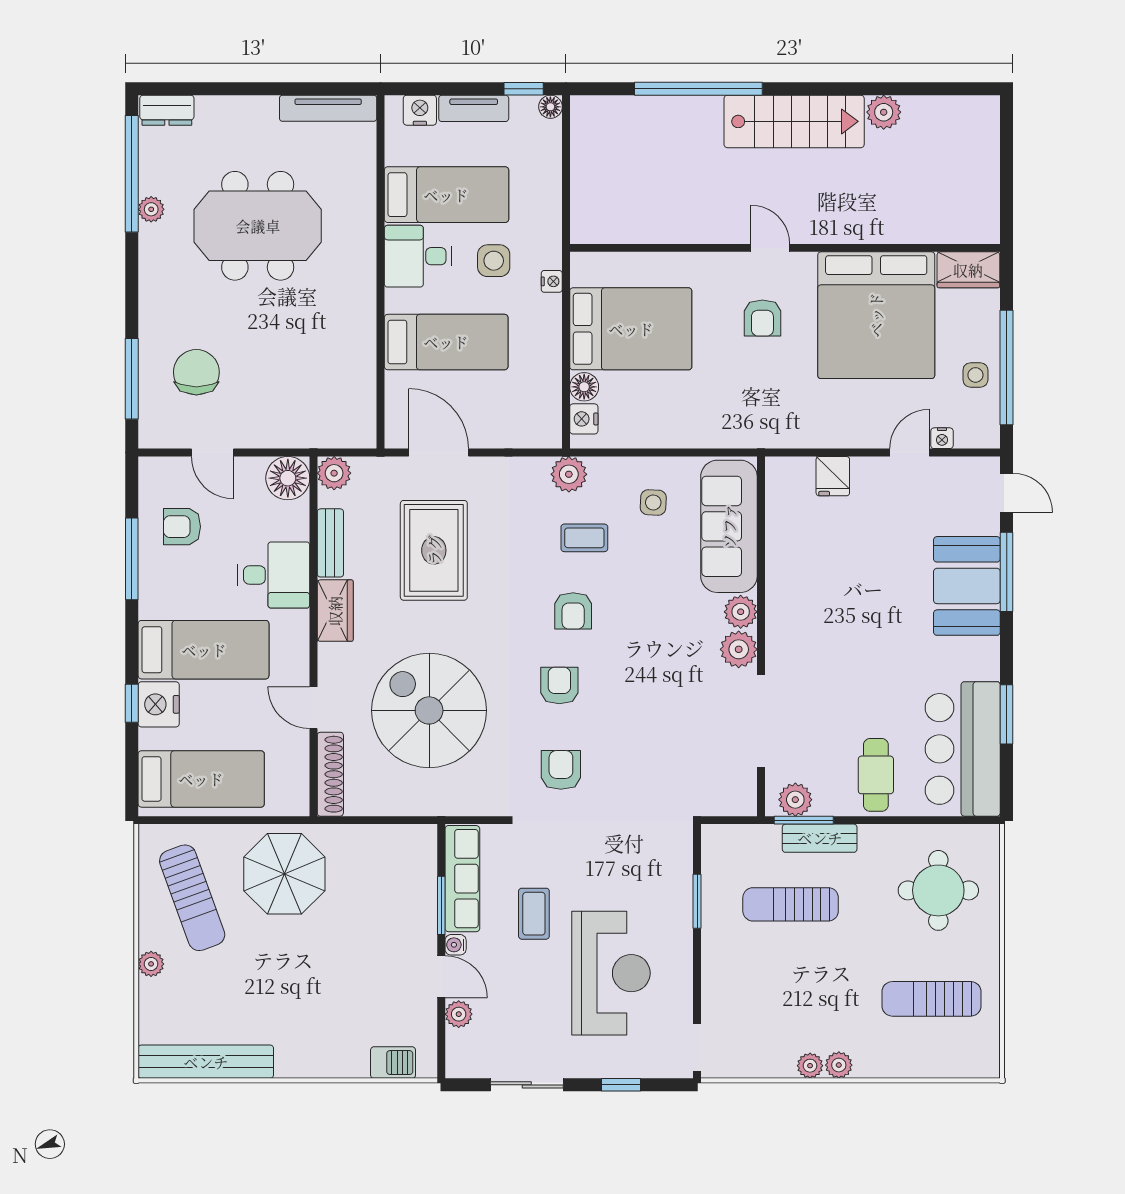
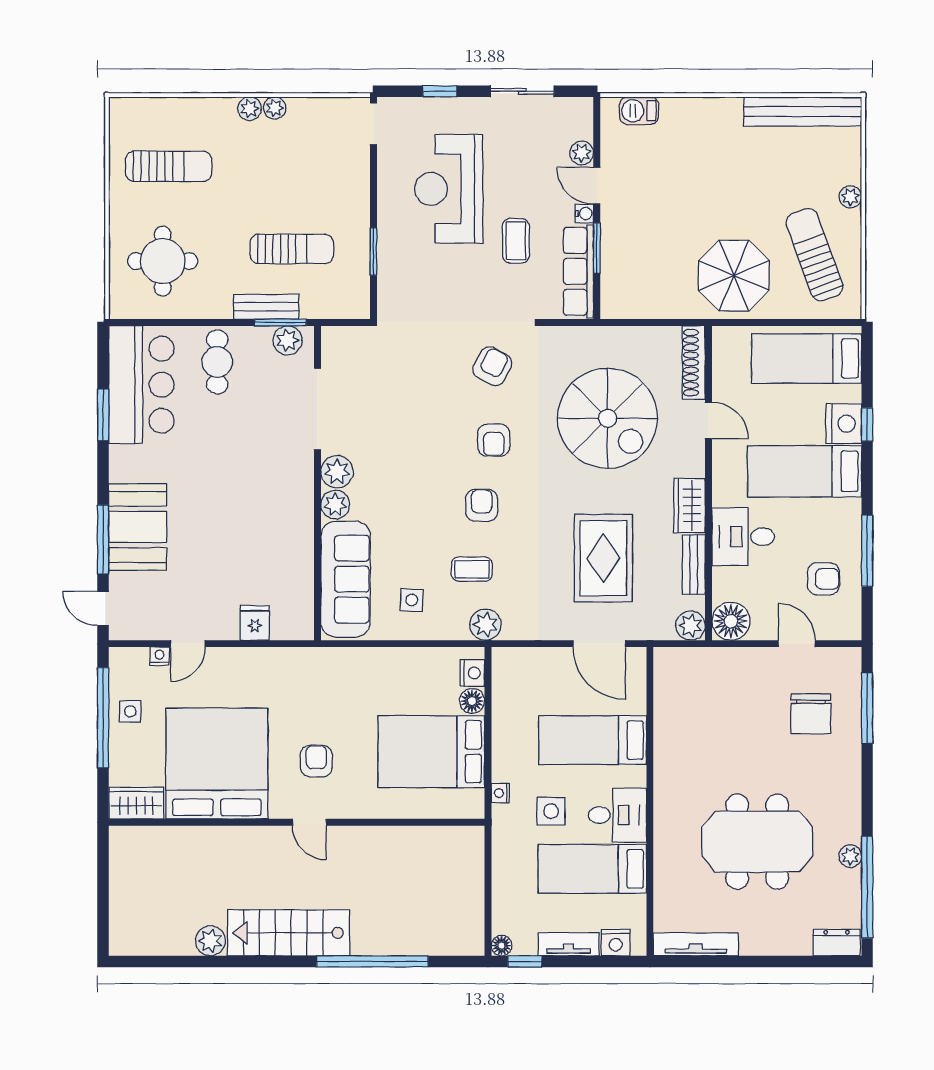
armchair: (561, 770) -> (492, 366), turned -152

